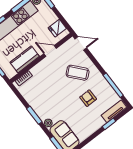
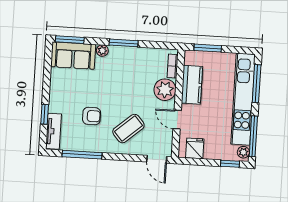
door: (81, 43) -> (157, 159), hinge flipped
door: (50, 51) -> (177, 120), swing flipped
plant: (40, 71) -> (165, 90), added

